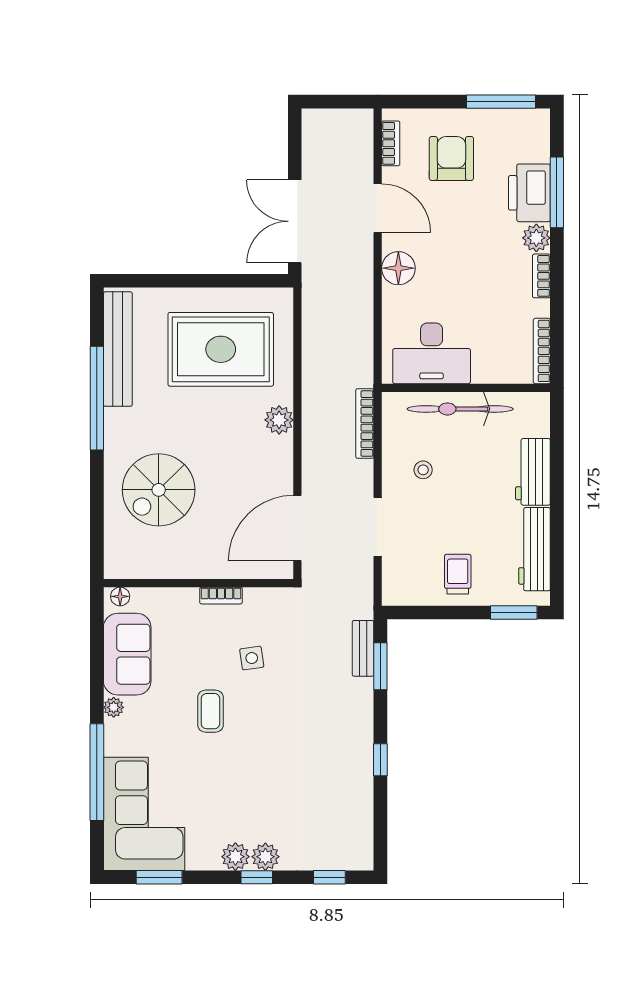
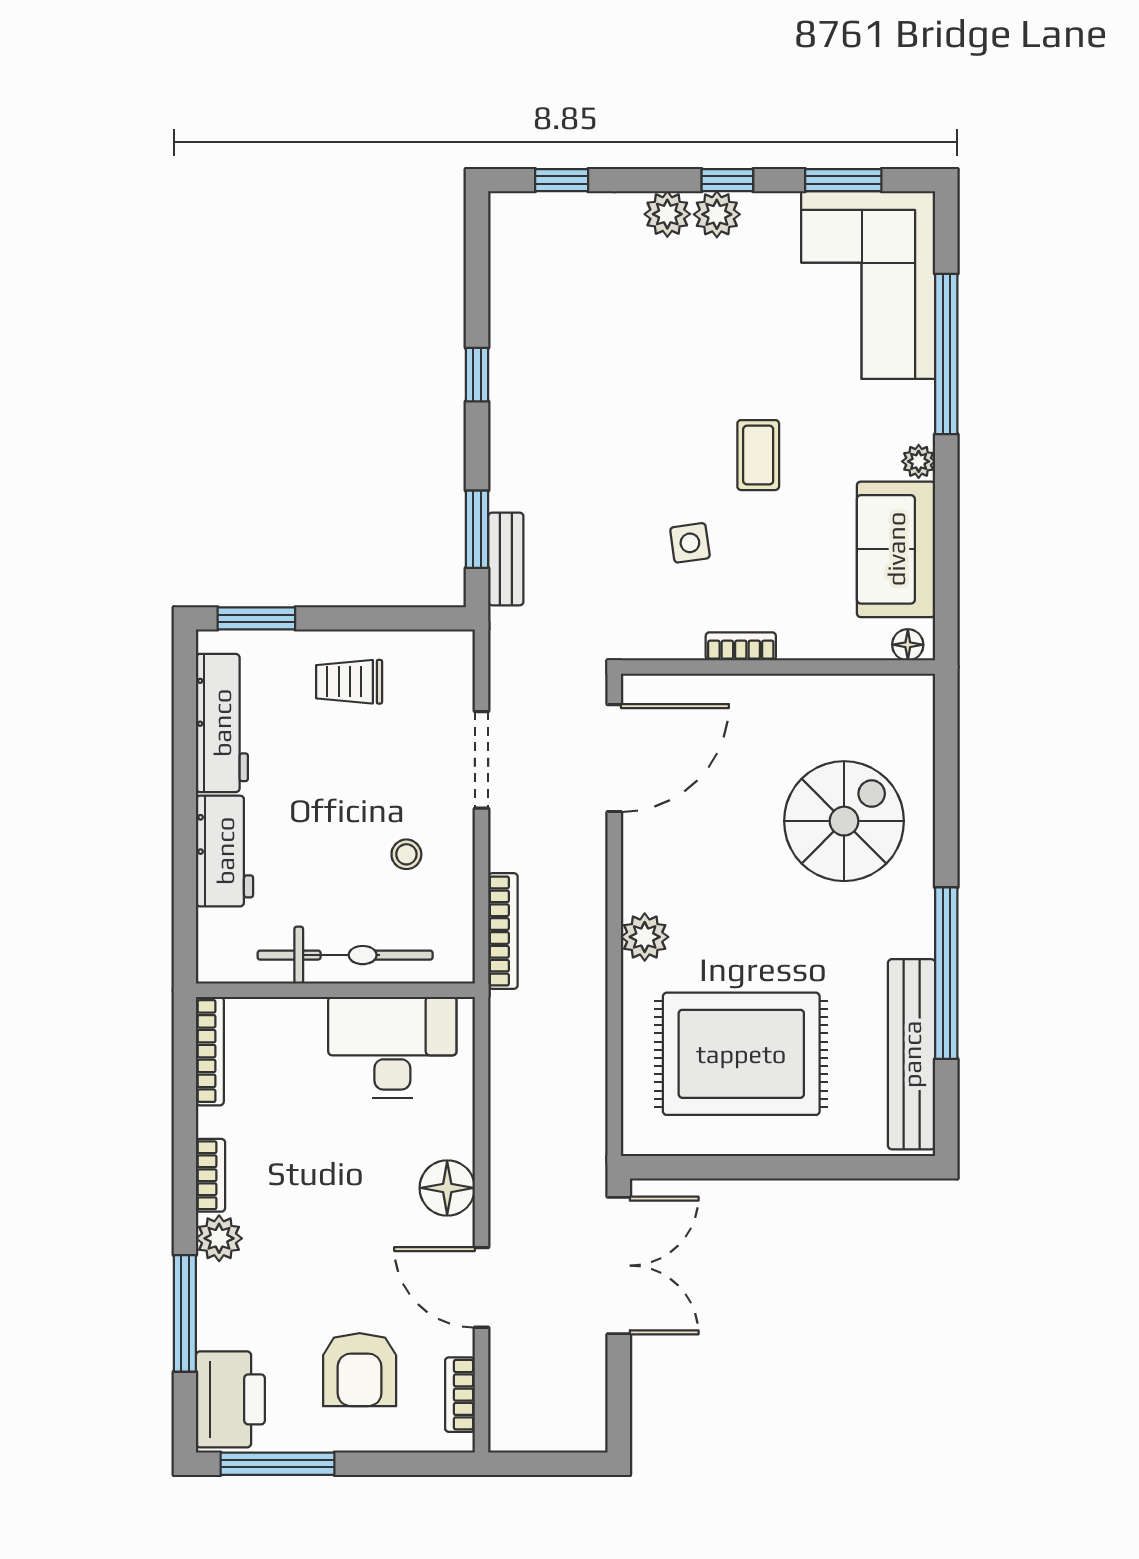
printer: (529, 193) -> (230, 1399), moved
trolley: (458, 574) -> (349, 682), turned 90
window: (257, 877) -> (727, 180), moved

